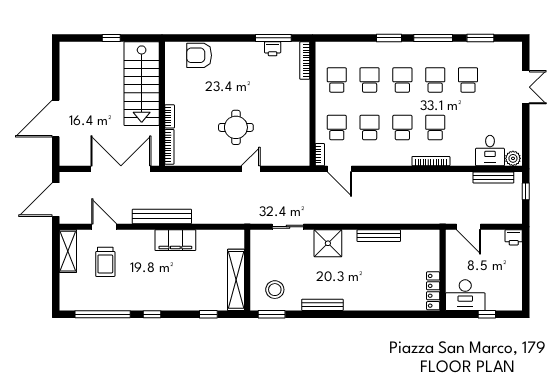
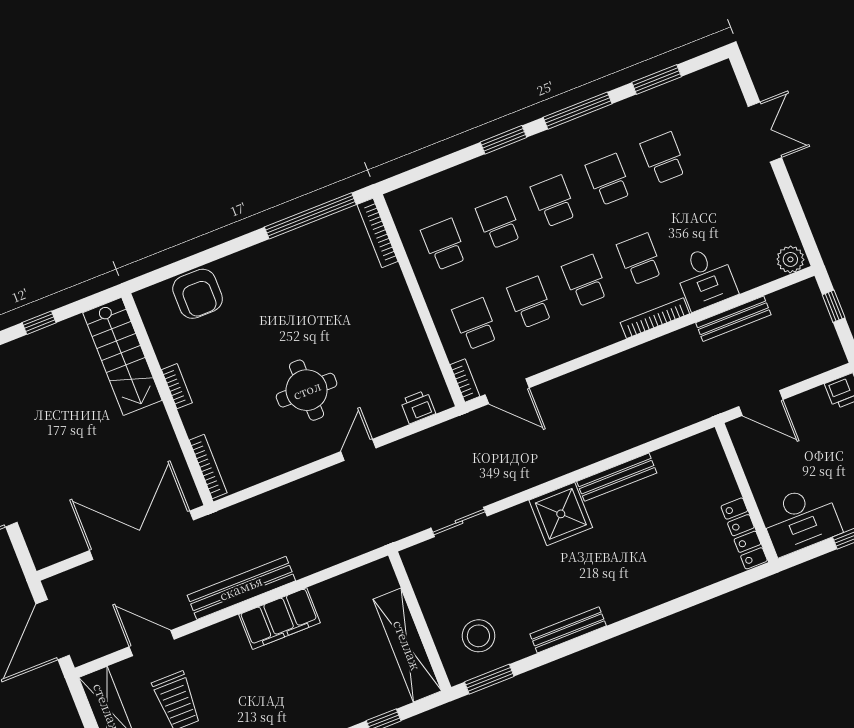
window: (273, 38) -> (310, 216), width x1.46
printer: (273, 49) -> (418, 407), moved, turned 180
armchair: (199, 55) -> (198, 294), turned -90
stairs: (142, 84) -> (122, 356), width x0.73, depth x0.66
bookcase: (170, 116) -> (177, 386), moved
desk: (490, 151) -> (705, 278), moved
bench: (493, 177) -> (733, 319), moved
shower: (328, 243) -> (561, 514), moved

